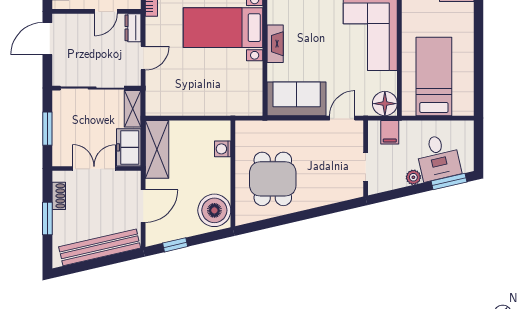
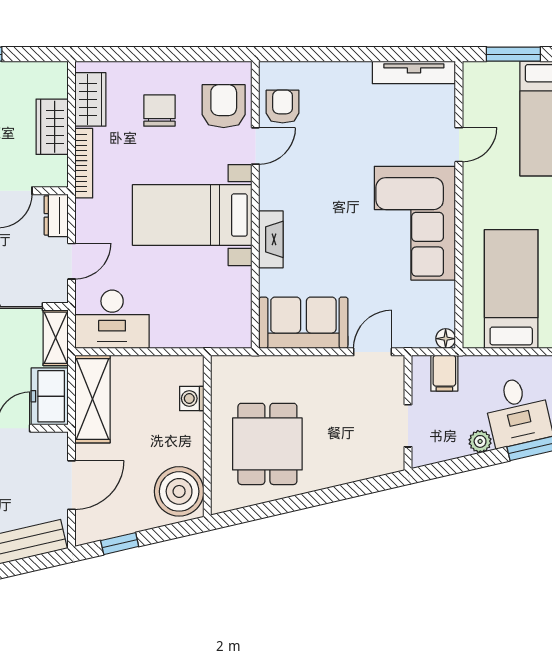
desk: (170, 96) -> (112, 319), added
floor lamp: (385, 104) -> (446, 339), width x0.53, depth x0.53

